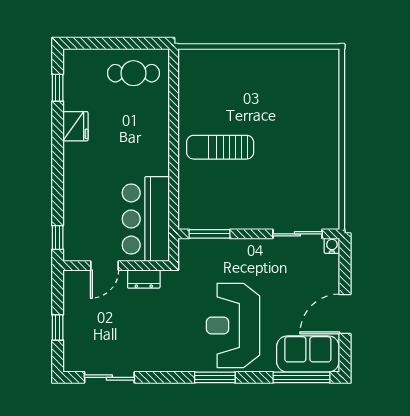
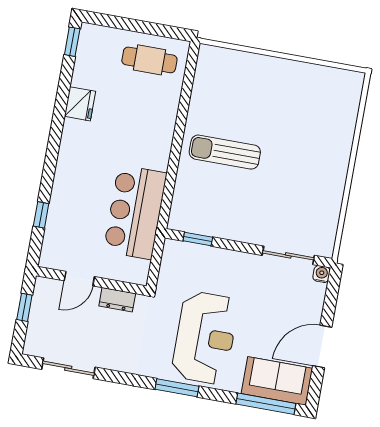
window: (58, 88) -> (72, 42), moved
window: (209, 234) -> (198, 239), width x0.67
door: (105, 266) -> (79, 279), moved
wall: (116, 266) -> (91, 281), moved
dresser: (144, 279) -> (117, 300), moved
reception desk: (233, 326) -> (205, 338), turned 180

